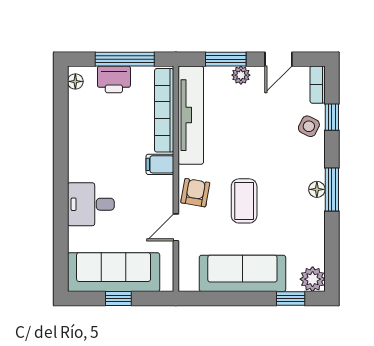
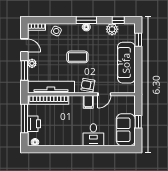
window: (332, 117) -> (118, 20), moved
filing cabinet: (160, 164) -> (88, 102), moved
coffee table: (244, 201) -> (77, 57), moved
door: (176, 227) -> (104, 94), hinge flipped
sofa: (114, 272) -> (126, 130), width x0.73
plant: (313, 279) -> (112, 29), moved

